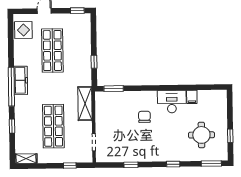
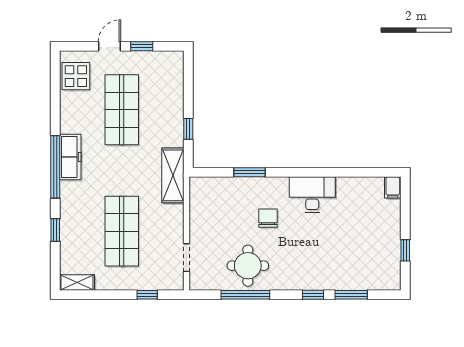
window: (77, 11) -> (142, 46), moved
window: (114, 89) -> (249, 172), moved
filing cabinet: (192, 97) -> (393, 187), moved
shelving: (85, 104) -> (173, 175), moved
round table: (201, 135) -> (248, 266), moved
window: (211, 164) -> (351, 295), moved
window: (131, 165) -> (245, 295), width x2.17

